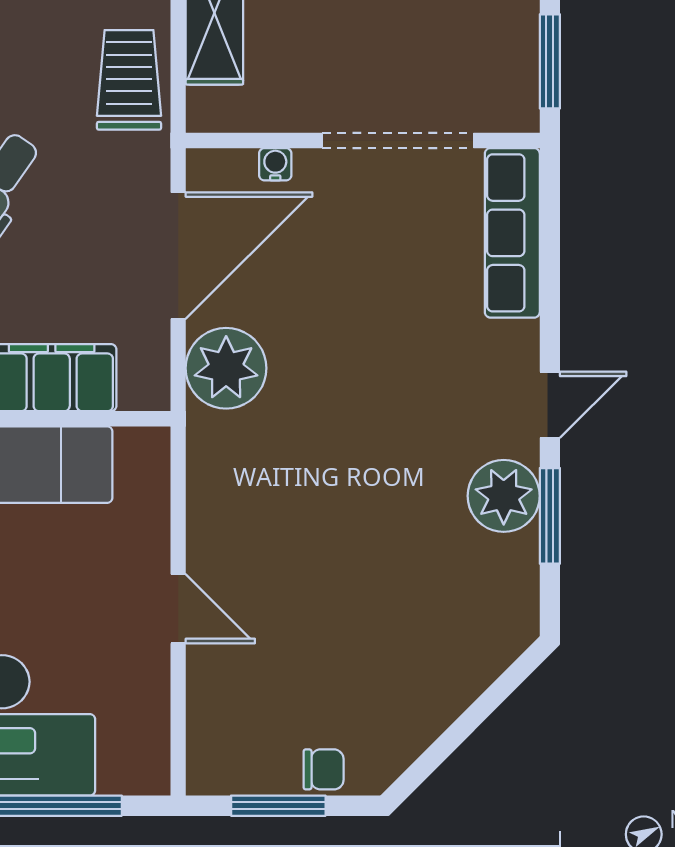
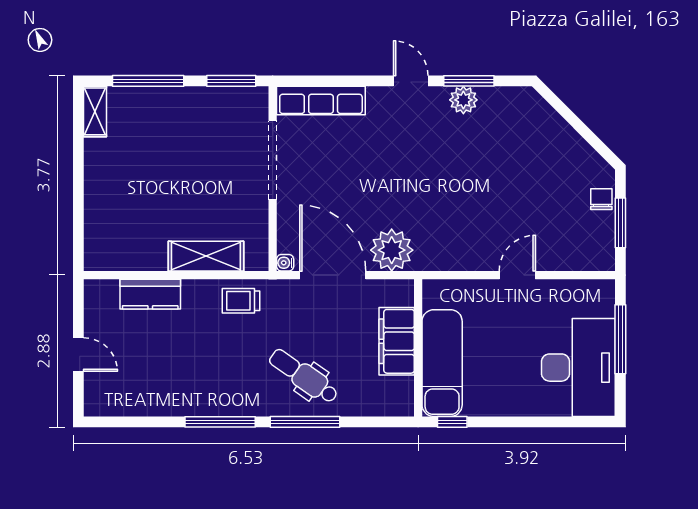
trolley: (129, 80) -> (241, 301), width x0.73, depth x0.72
water cooler: (275, 164) -> (285, 263), moved
plant: (504, 496) -> (463, 100), width x0.73, depth x0.73

